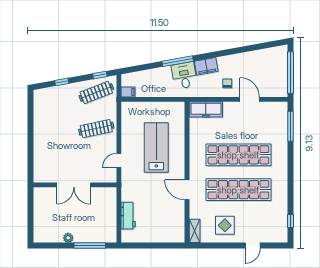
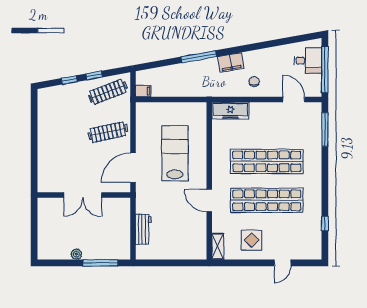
window: (100, 75) -> (94, 76), moved
desk: (184, 75) -> (308, 61), moved, turned 100
door: (250, 99) -> (294, 99), moved
door: (119, 160) -> (133, 168), width x1.87
window: (291, 221) -> (325, 223), moved

